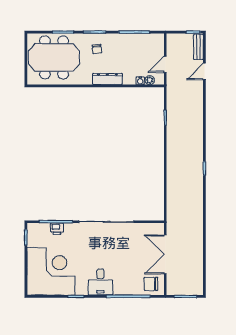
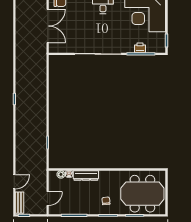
door: (165, 64) -> (48, 198), moved
dresser: (107, 79) -> (86, 175), moved

